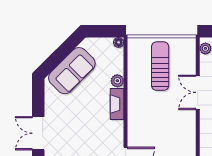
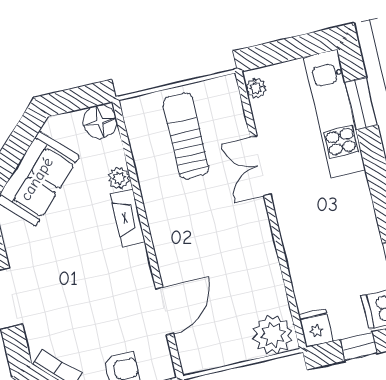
floor lamp: (119, 42) -> (100, 122), width x1.89, depth x1.89

